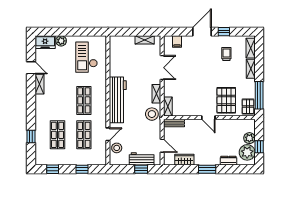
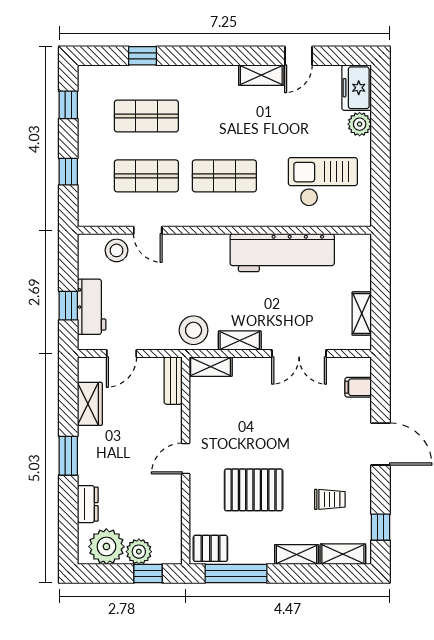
window: (224, 32) -> (381, 527), moved
workbench: (118, 100) -> (282, 253), moved
pallet: (226, 100) -> (254, 490), moved
window: (259, 147) -> (148, 573), moved

